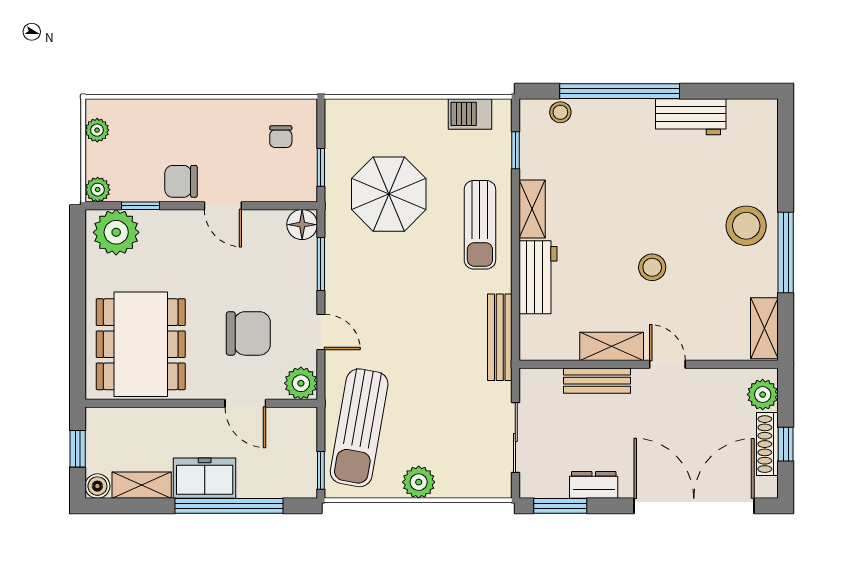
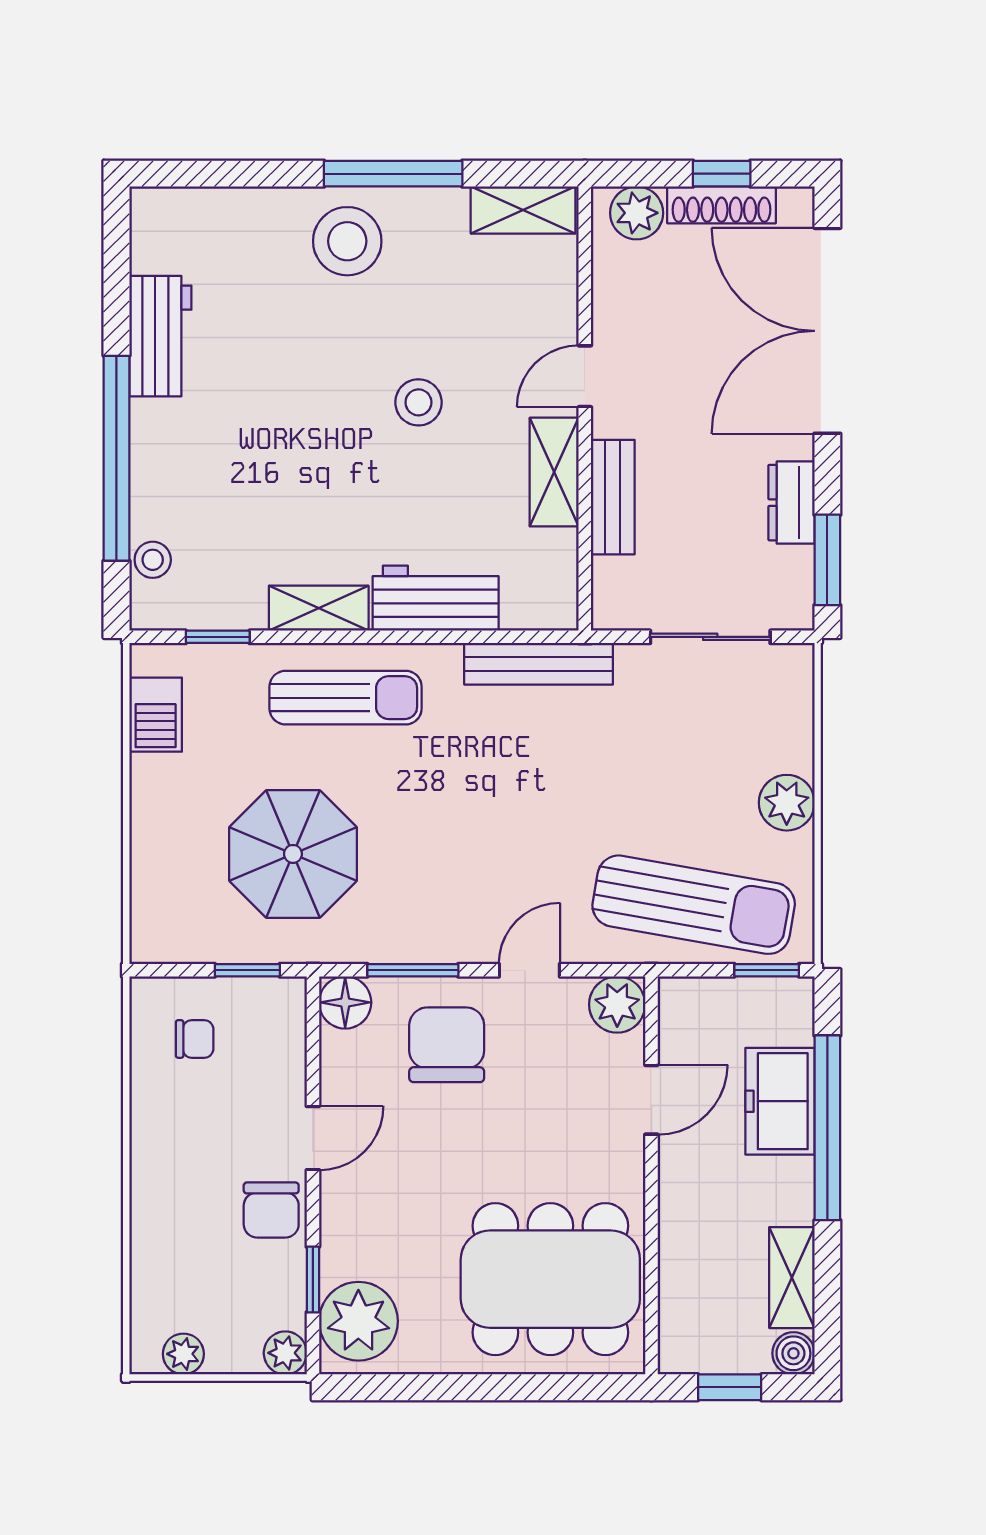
chair: (248, 333) -> (447, 1045), moved
freezer: (205, 478) -> (780, 1101), moved

